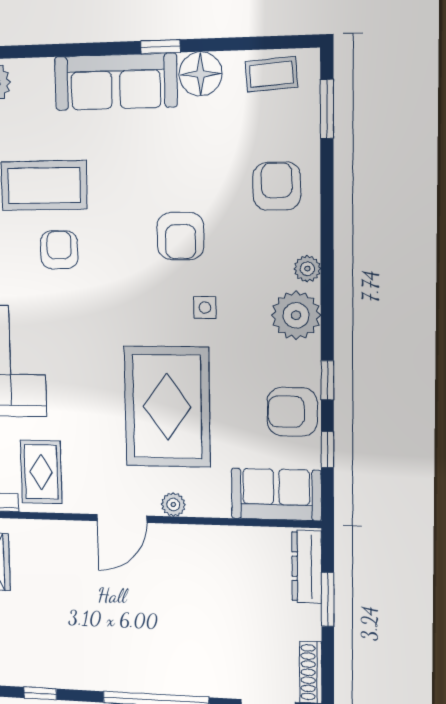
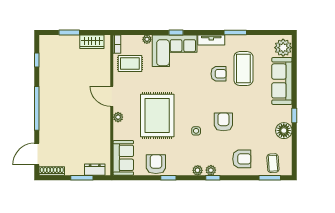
coffee table: (271, 74) -> (273, 163), moved
sofa: (116, 82) -> (282, 81), moved
armchair: (181, 236) -> (223, 122), turned 90
plant: (296, 315) -> (198, 170), width x0.53, depth x0.53
rug: (167, 407) -> (157, 115), turned 90
window: (327, 450) -> (213, 178), moved
dresser: (307, 567) -> (95, 170), width x0.70

